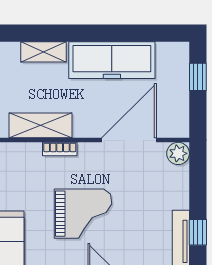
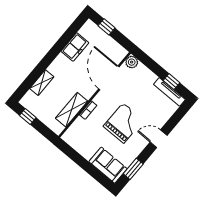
freezer: (112, 60) -> (75, 47), width x0.52, depth x0.79

